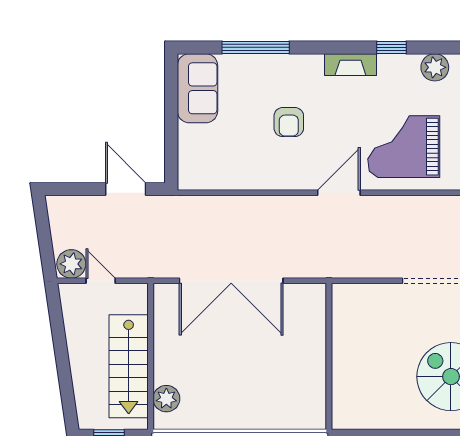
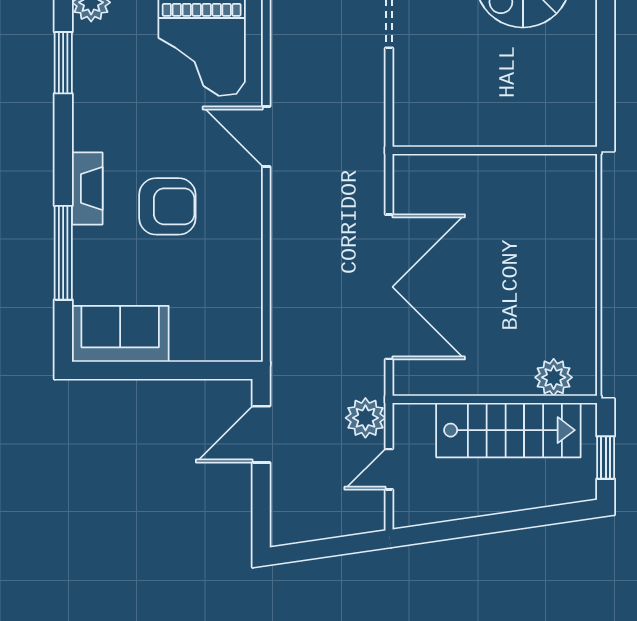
window: (392, 47) -> (63, 63), width x1.50
fireplace: (350, 65) -> (87, 188), moved
armchair: (289, 122) -> (167, 206), width x1.38, depth x1.38
plant: (71, 264) -> (365, 418), moved

